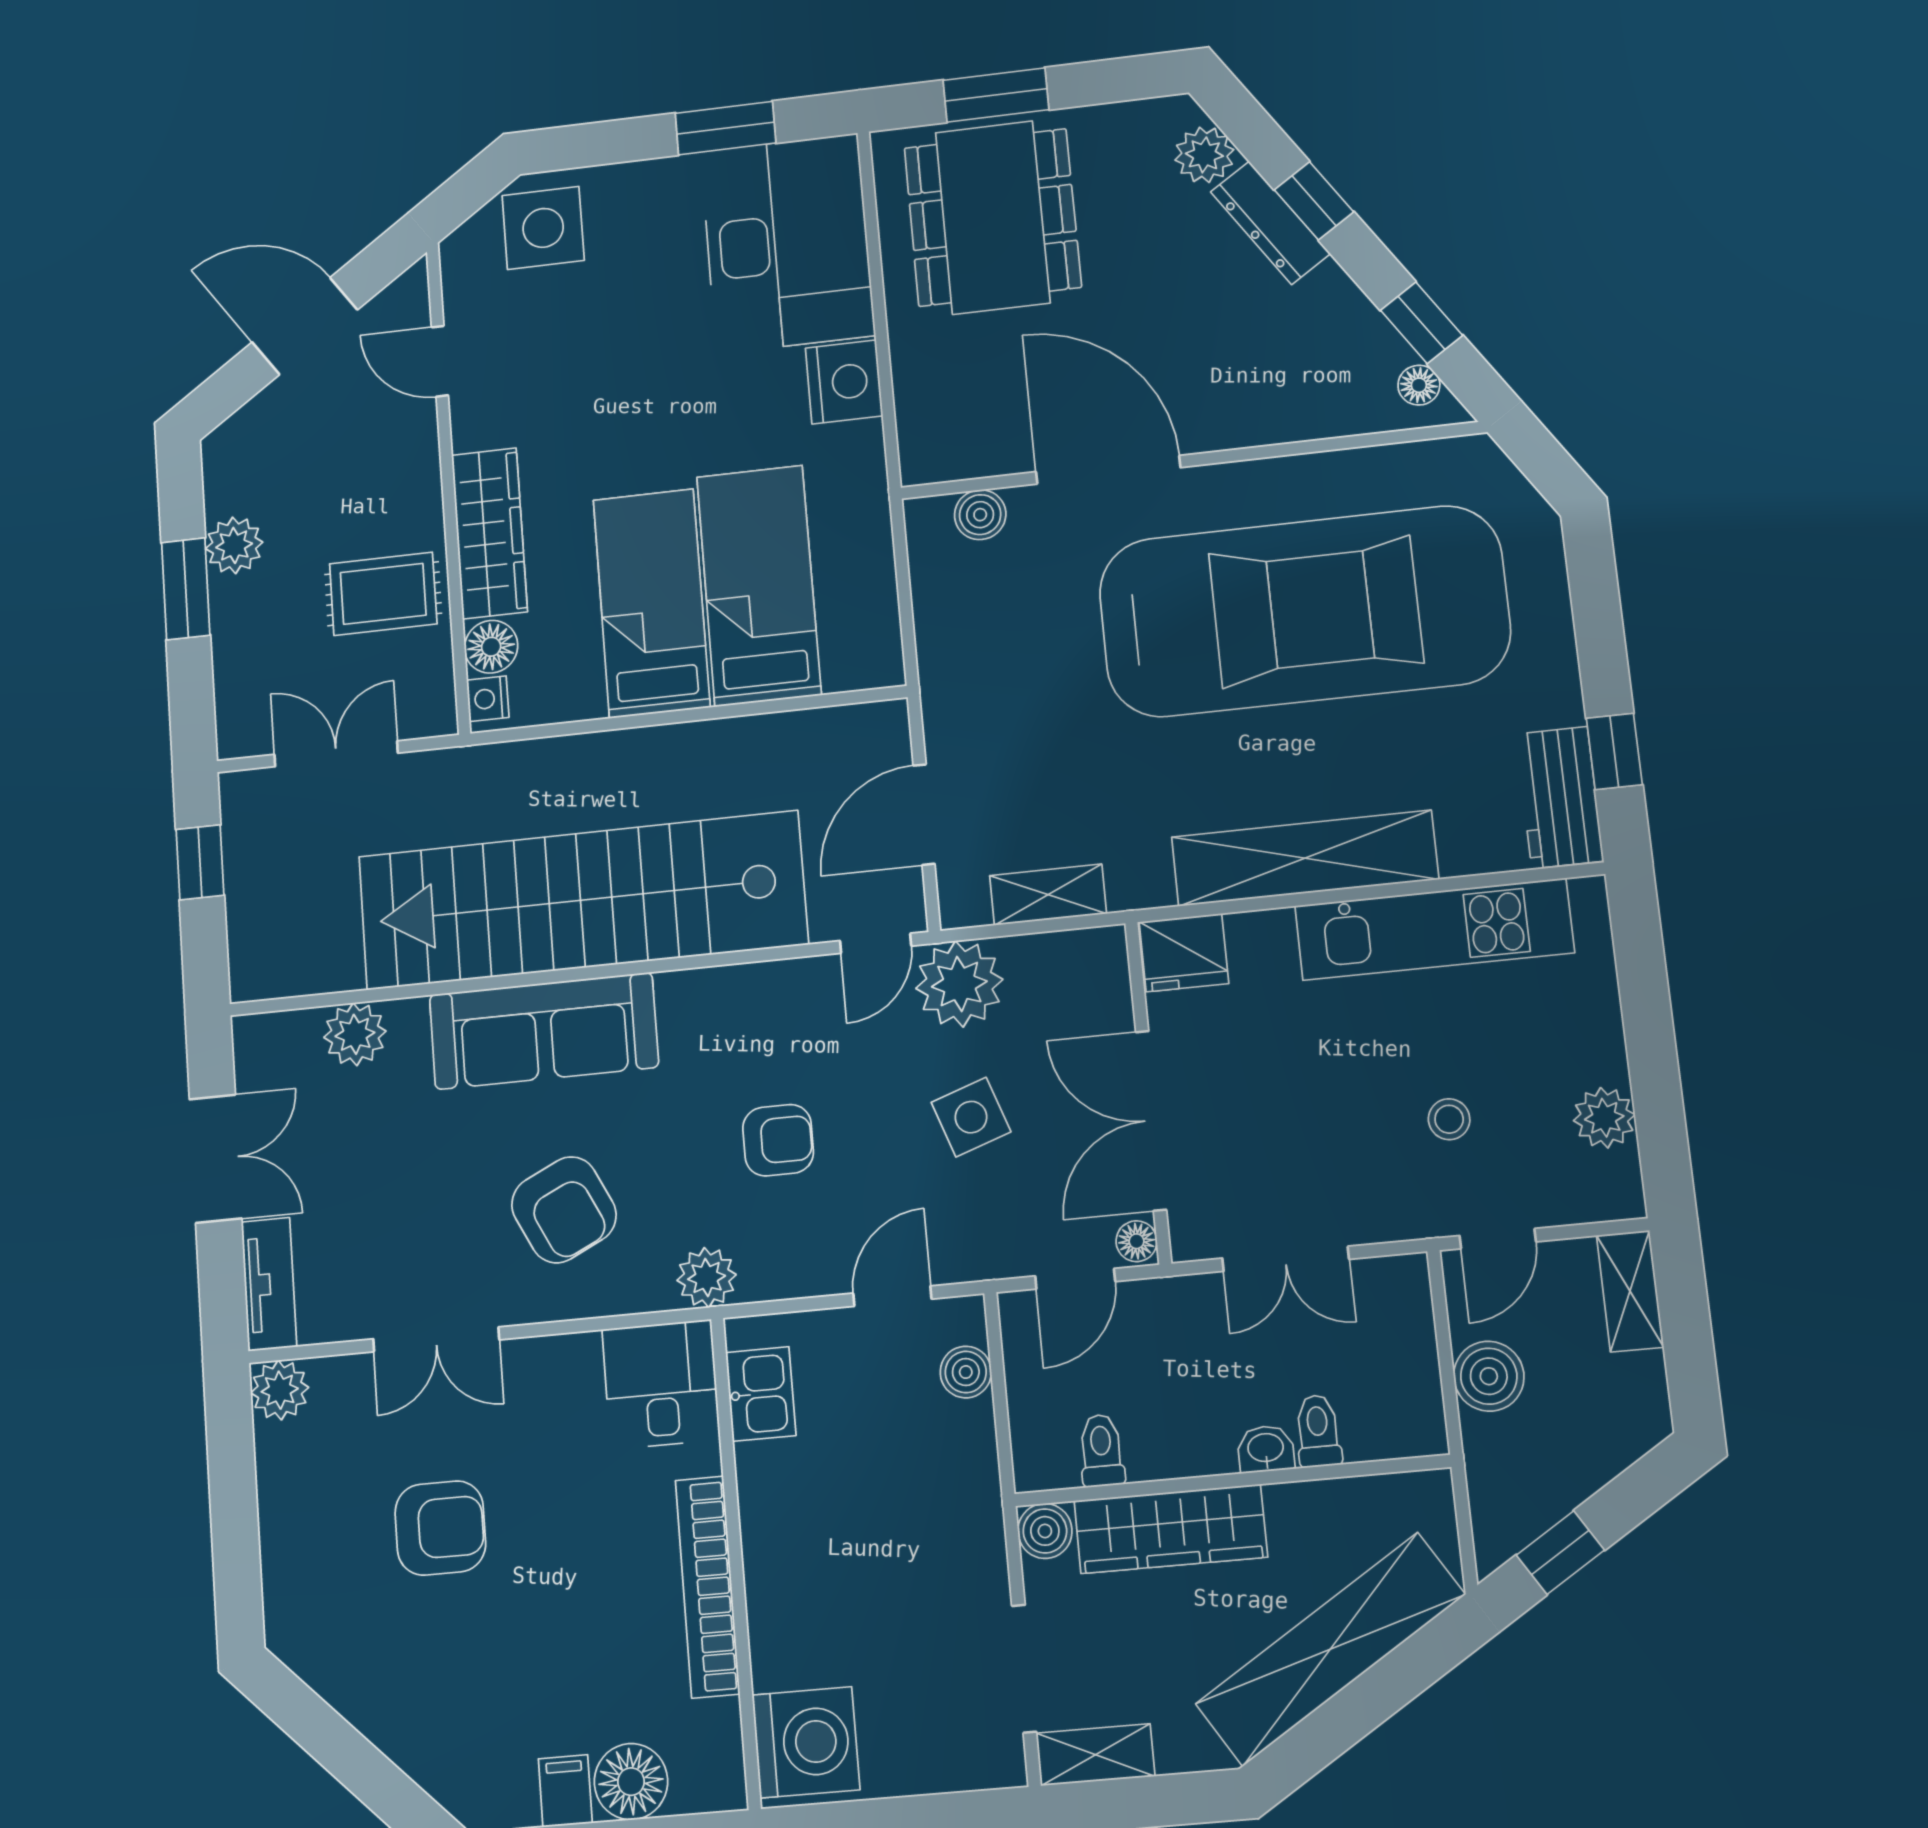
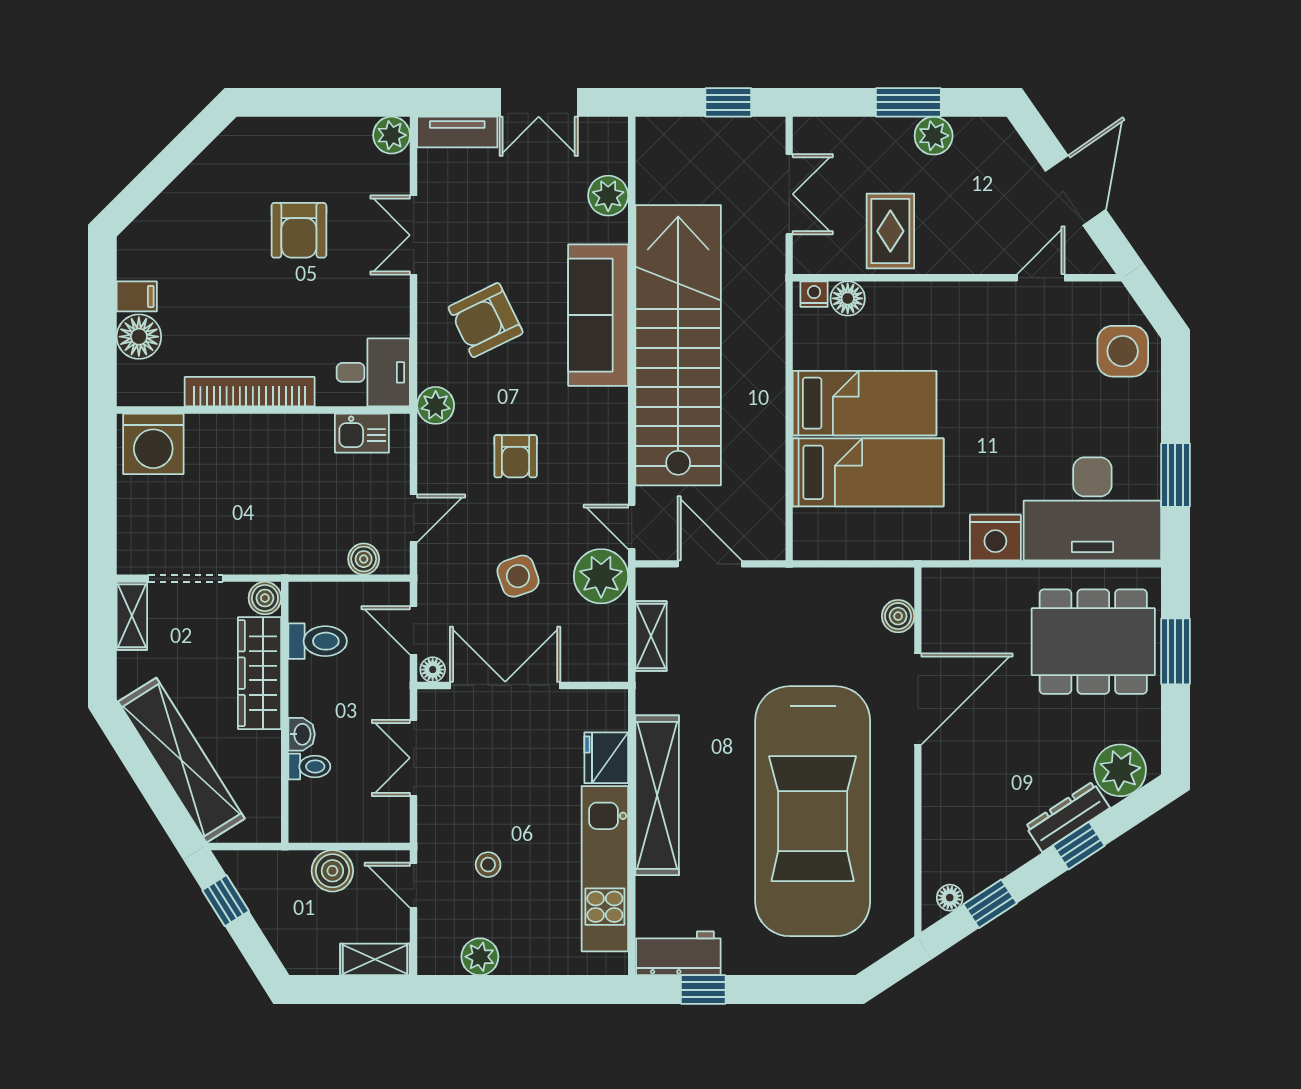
plant: (1204, 155) -> (1120, 770), width x1.36, depth x1.36
wardrobe: (489, 533) -> (922, 302), removed
fridge: (1184, 953) -> (606, 758), moved
door: (892, 1296) -> (414, 518), hinge flipped
toilet: (1101, 1450) -> (318, 641), width x1.37, depth x1.39

